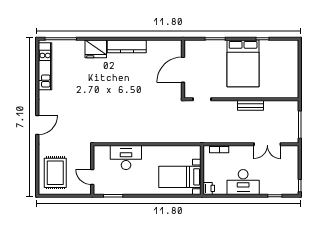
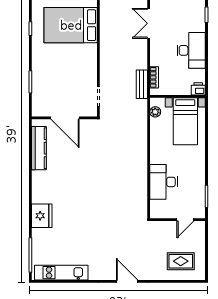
kitchen counter: (127, 46) -> (39, 148), moved
bed: (243, 63) -> (71, 25), moved, turned 180
bench: (251, 105) -> (142, 84), moved
double door: (267, 144) -> (149, 23), swing flipped
plant: (188, 150) -> (155, 112), added
rug: (55, 173) -> (181, 261), width x0.73, depth x0.70

